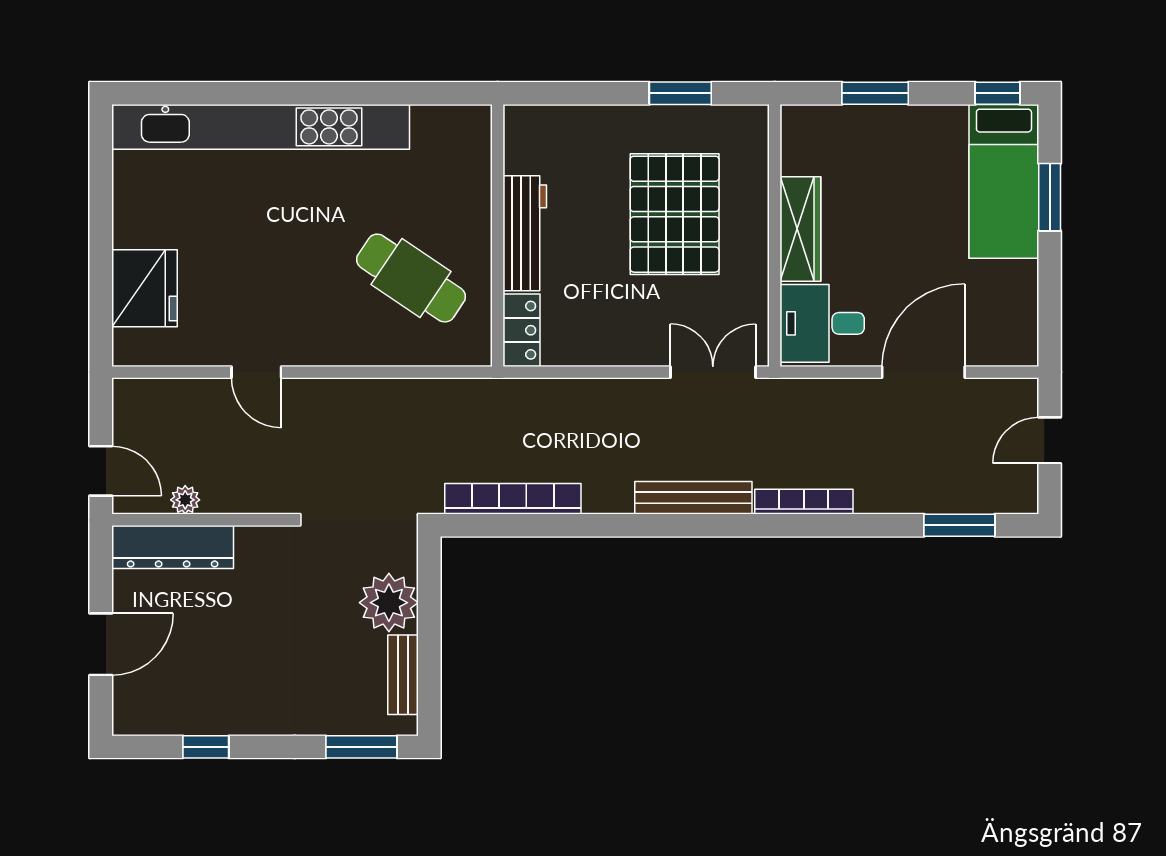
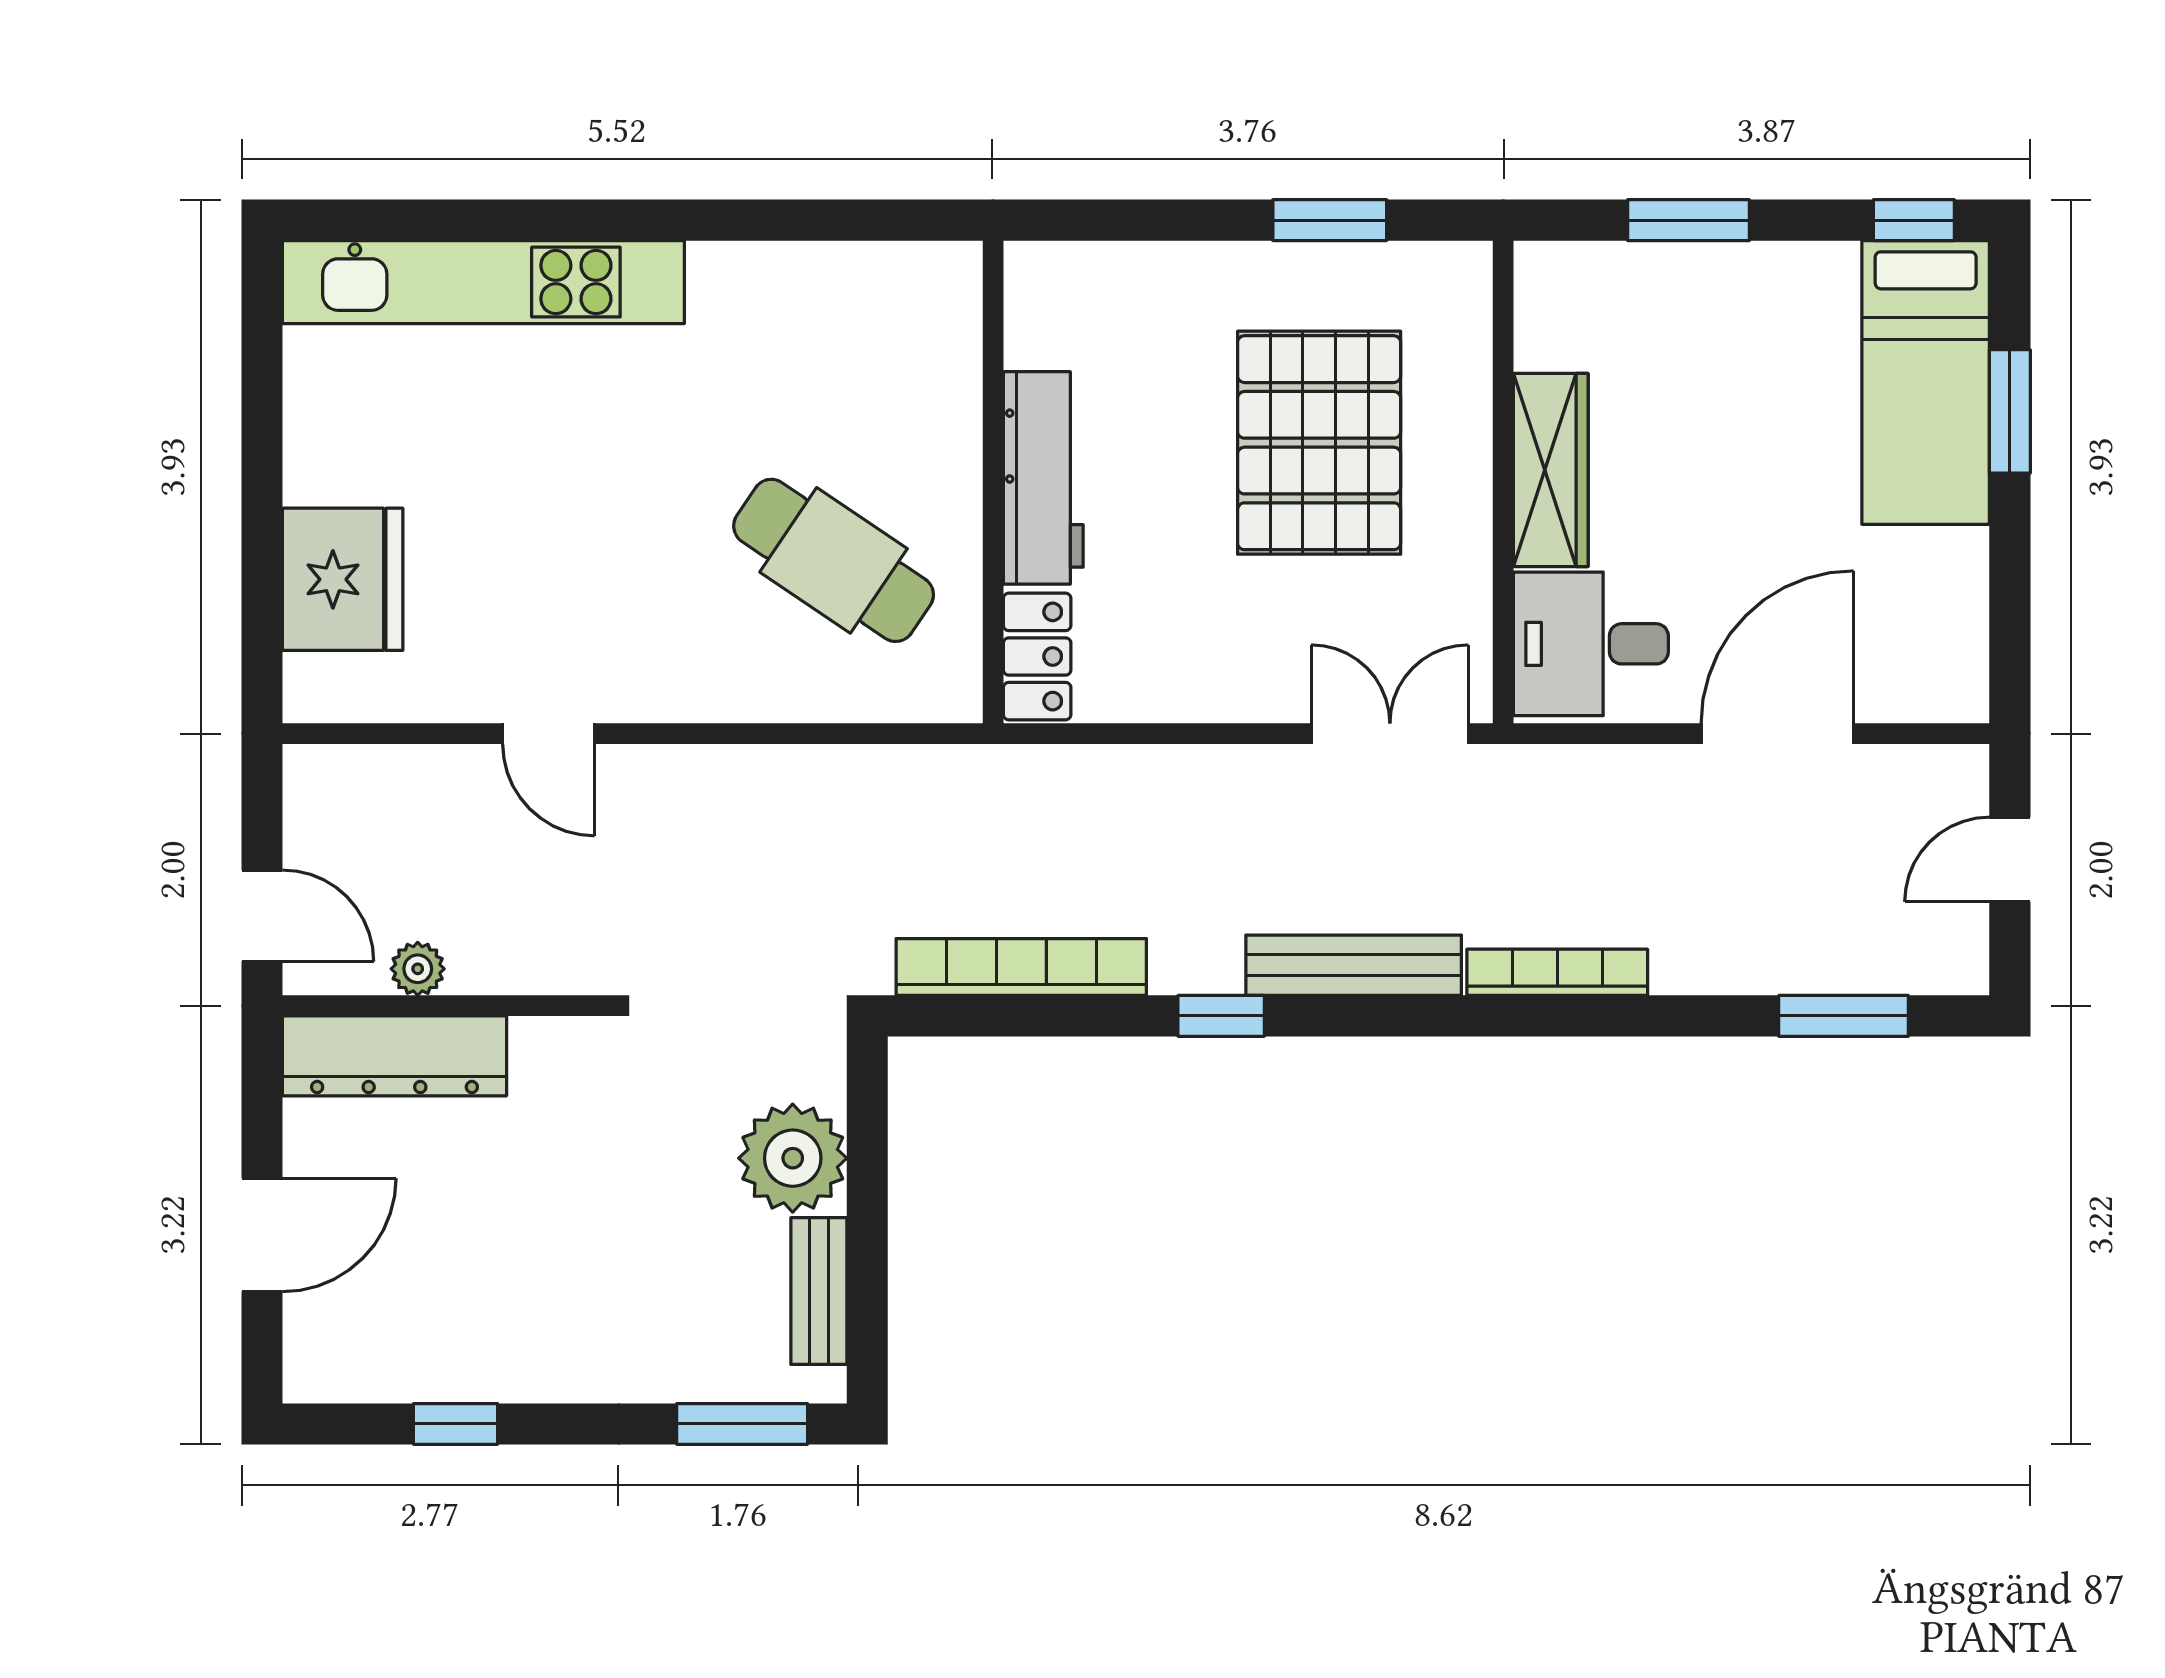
kitchen unit: (261, 127) -> (483, 282), width x0.73
window: (621, 525) -> (1221, 1016), added

